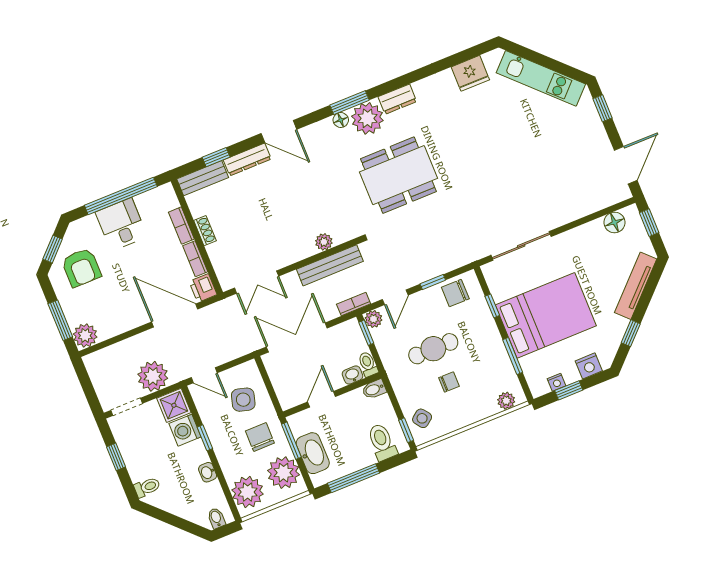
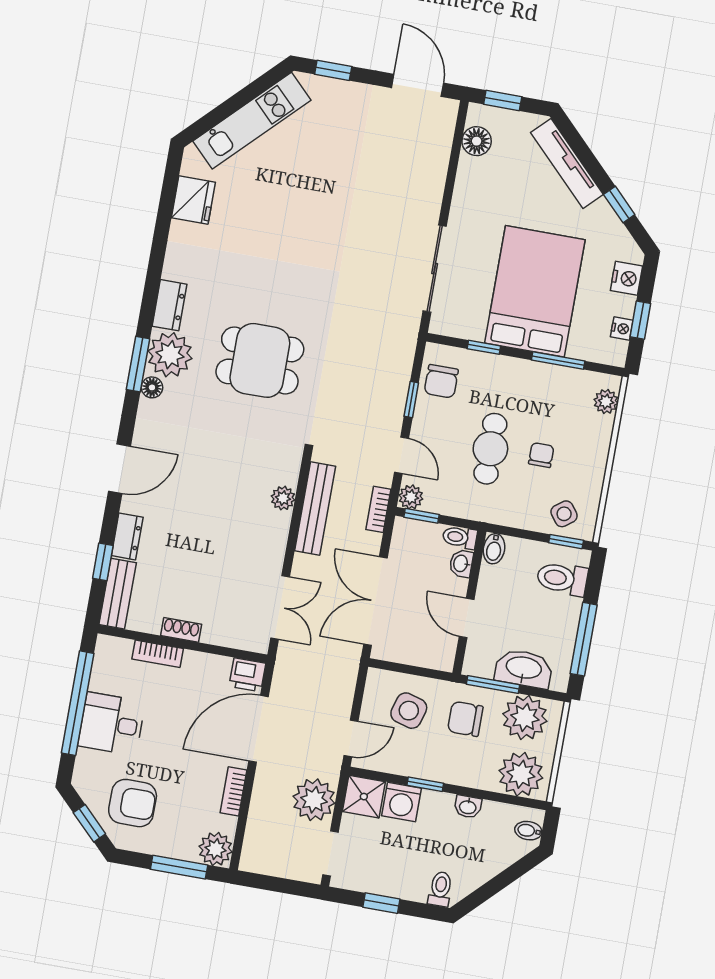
dresser: (247, 159) -> (127, 536), width x0.70
dining table: (398, 175) -> (260, 360), width x0.73
bookcase: (195, 259) -> (233, 791), moved, turned 90

